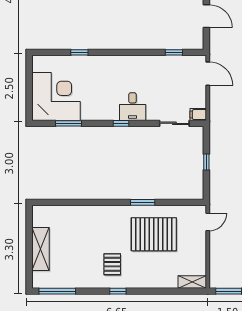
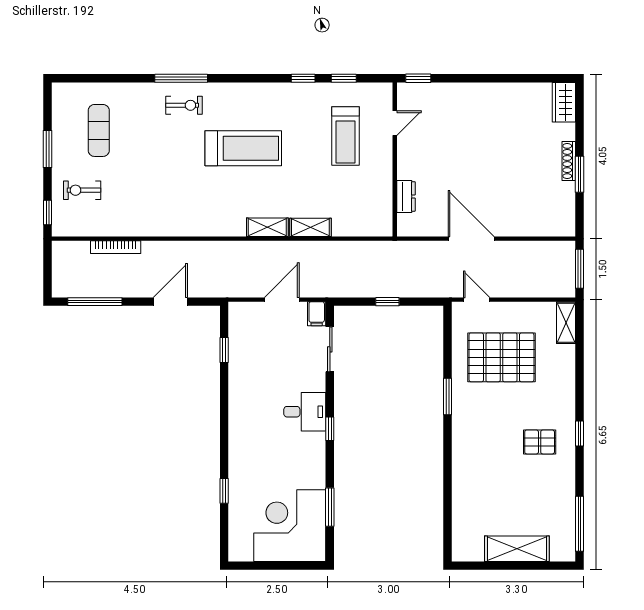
door: (208, 74) -> (282, 300), moved
pallet: (154, 234) -> (501, 357), moved, turned 90

